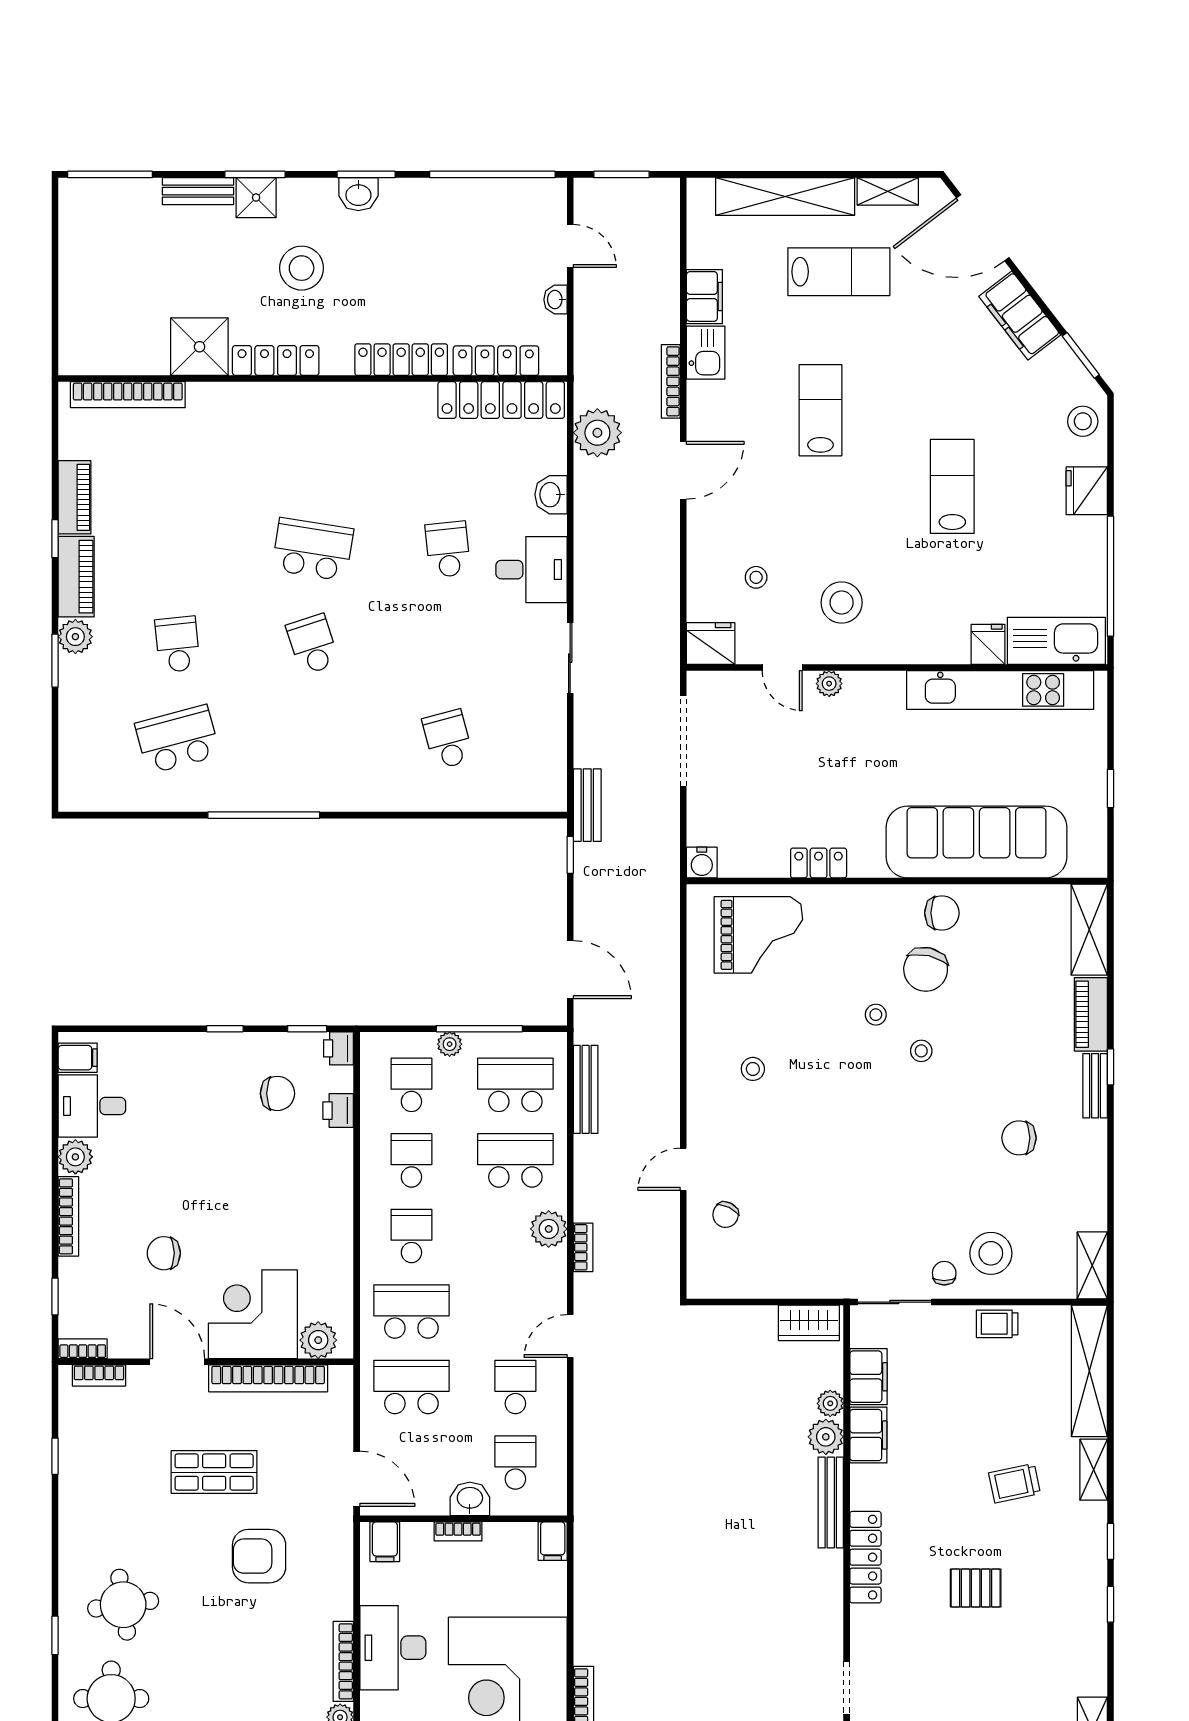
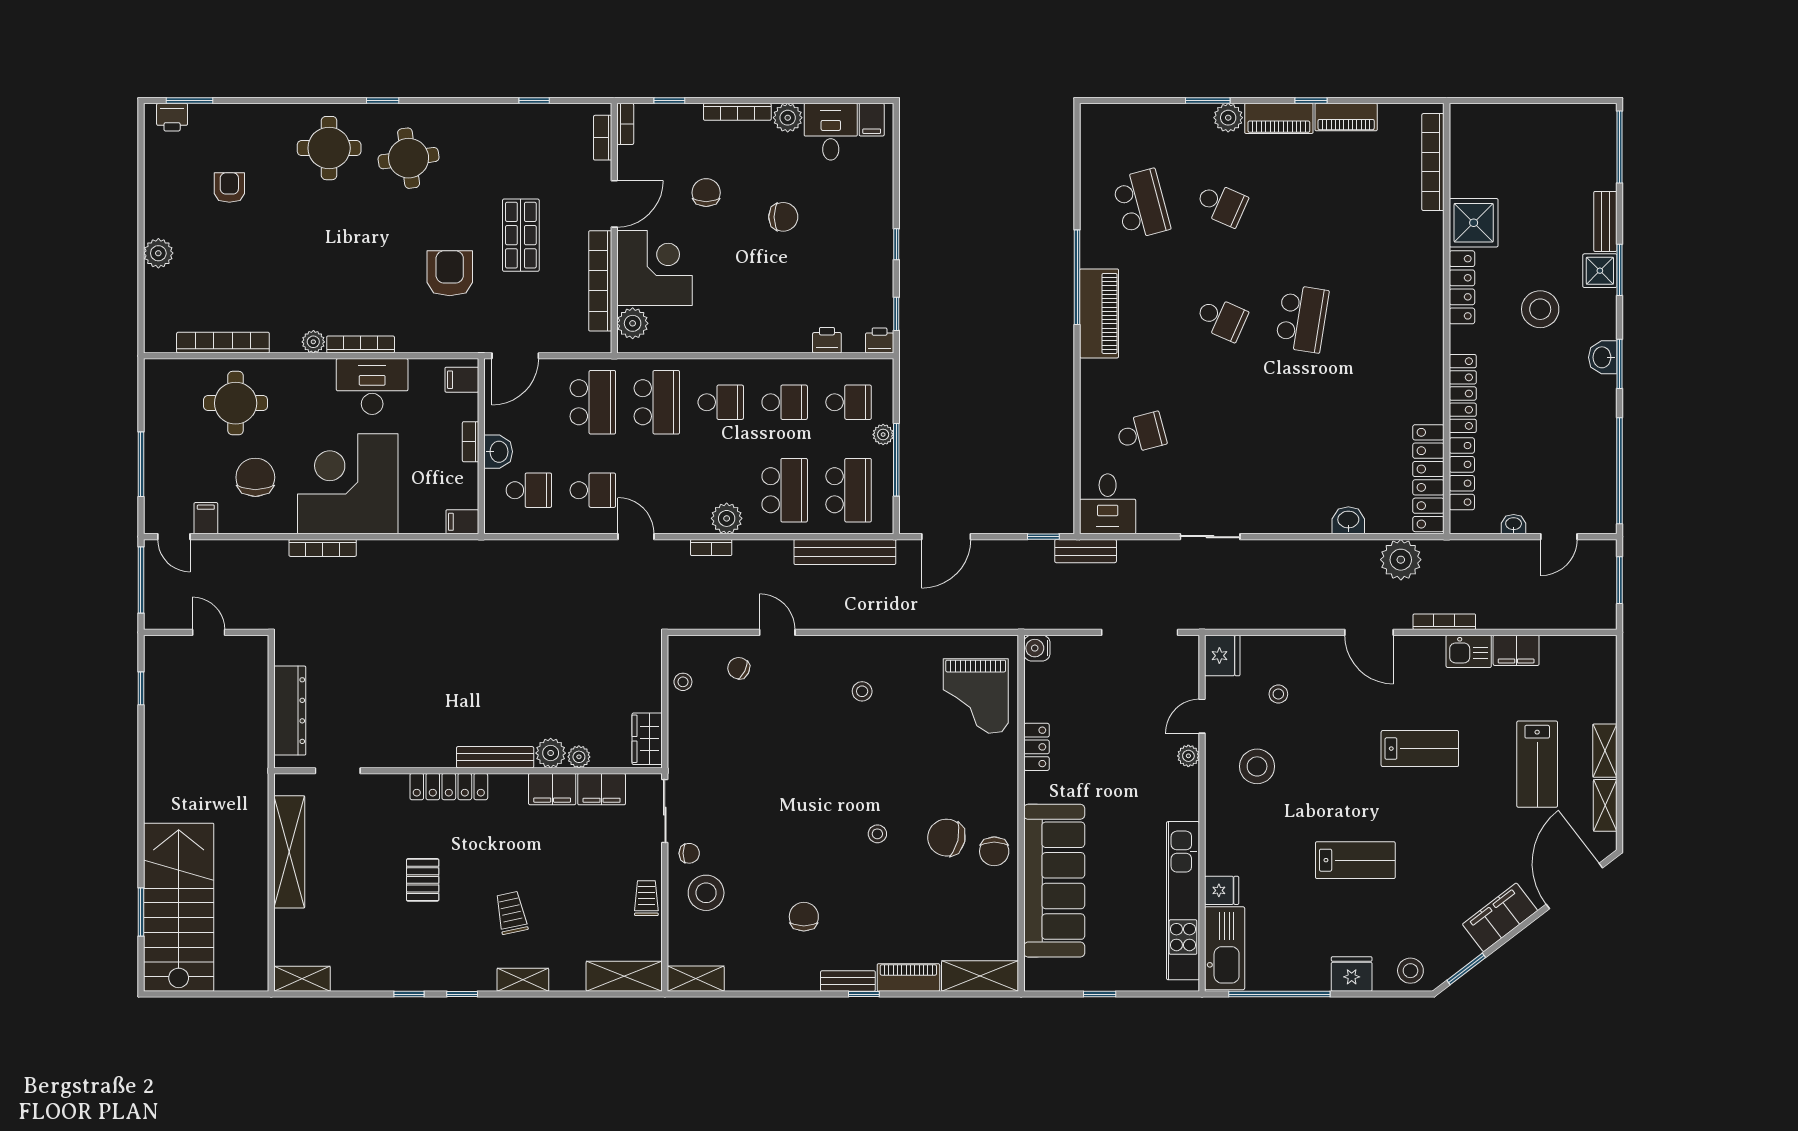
shelving: (785, 196) -> (1605, 751), width x0.45, depth x0.75
school desk: (448, 549) -> (1302, 433), removed
desk: (531, 570) -> (1108, 504), moved
school desk: (177, 644) -> (1222, 204), turned 30
school desk: (313, 644) -> (1222, 319), turned 42
piano: (307, 789) -> (1099, 313), added
stool: (876, 1015) -> (683, 682), moved
bench: (586, 1089) -> (845, 552), width x1.37, depth x1.21
chair: (277, 1093) -> (783, 217), moved, turned -90
shelving: (1089, 1371) -> (624, 976), width x0.68

